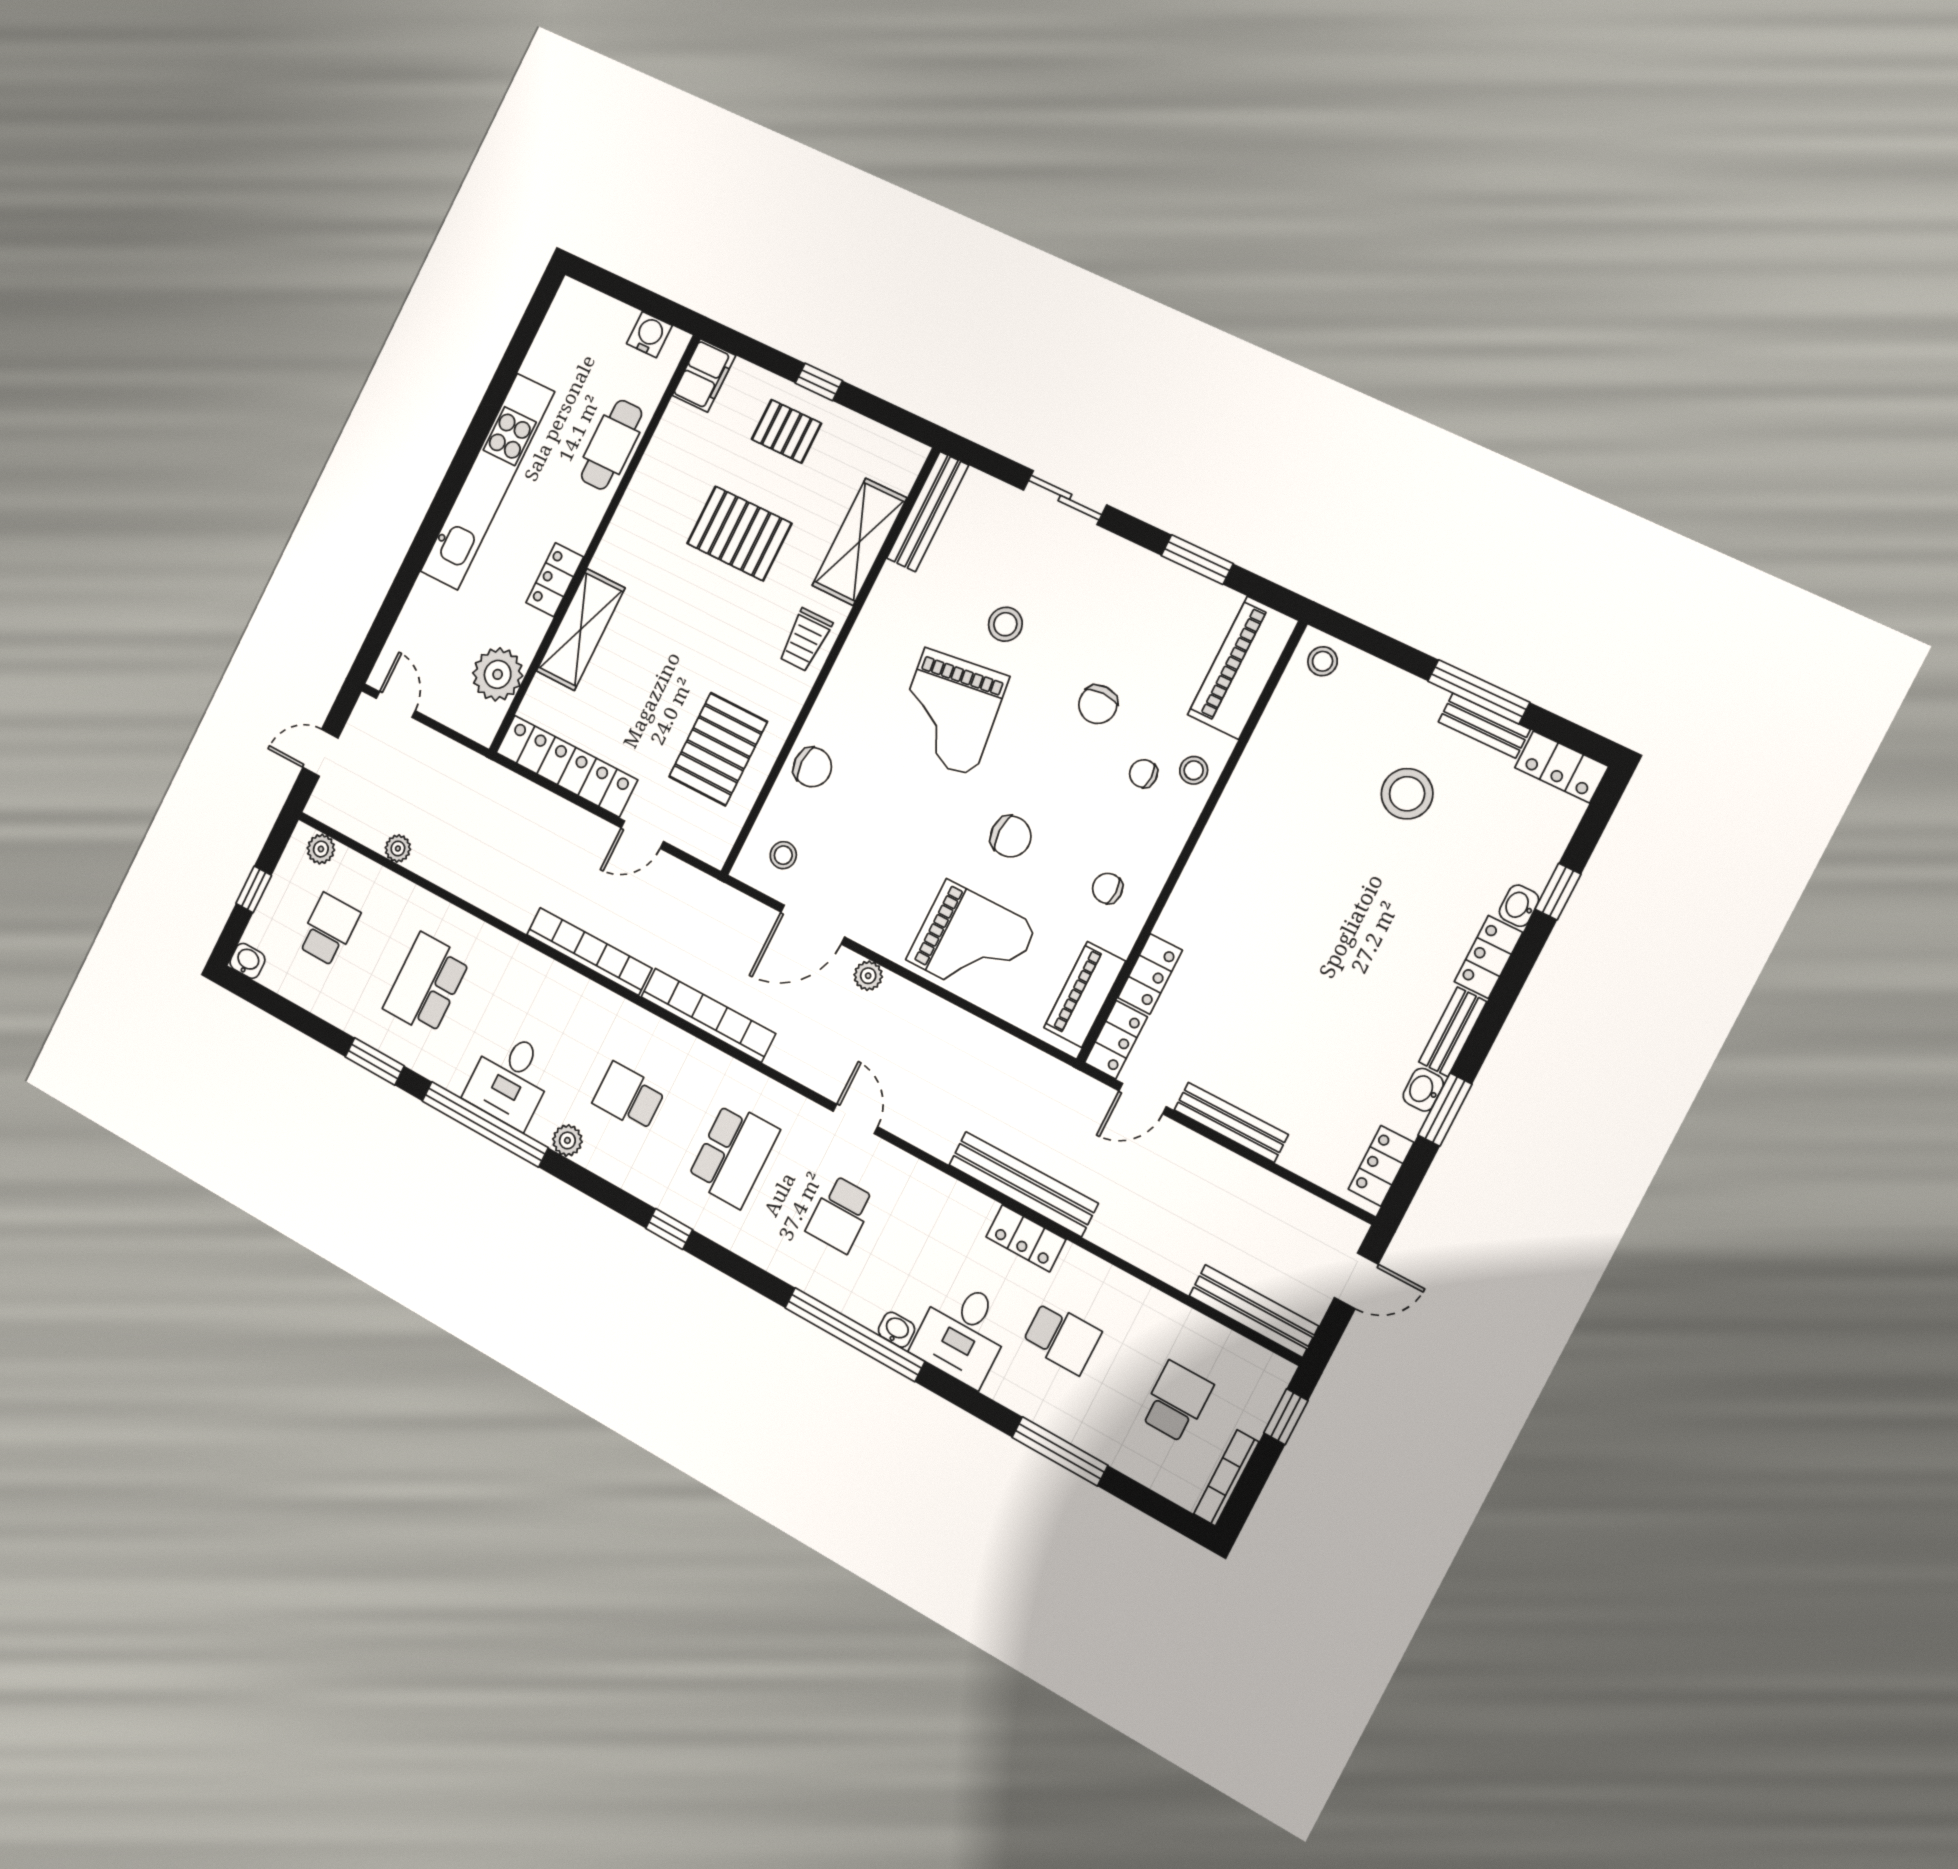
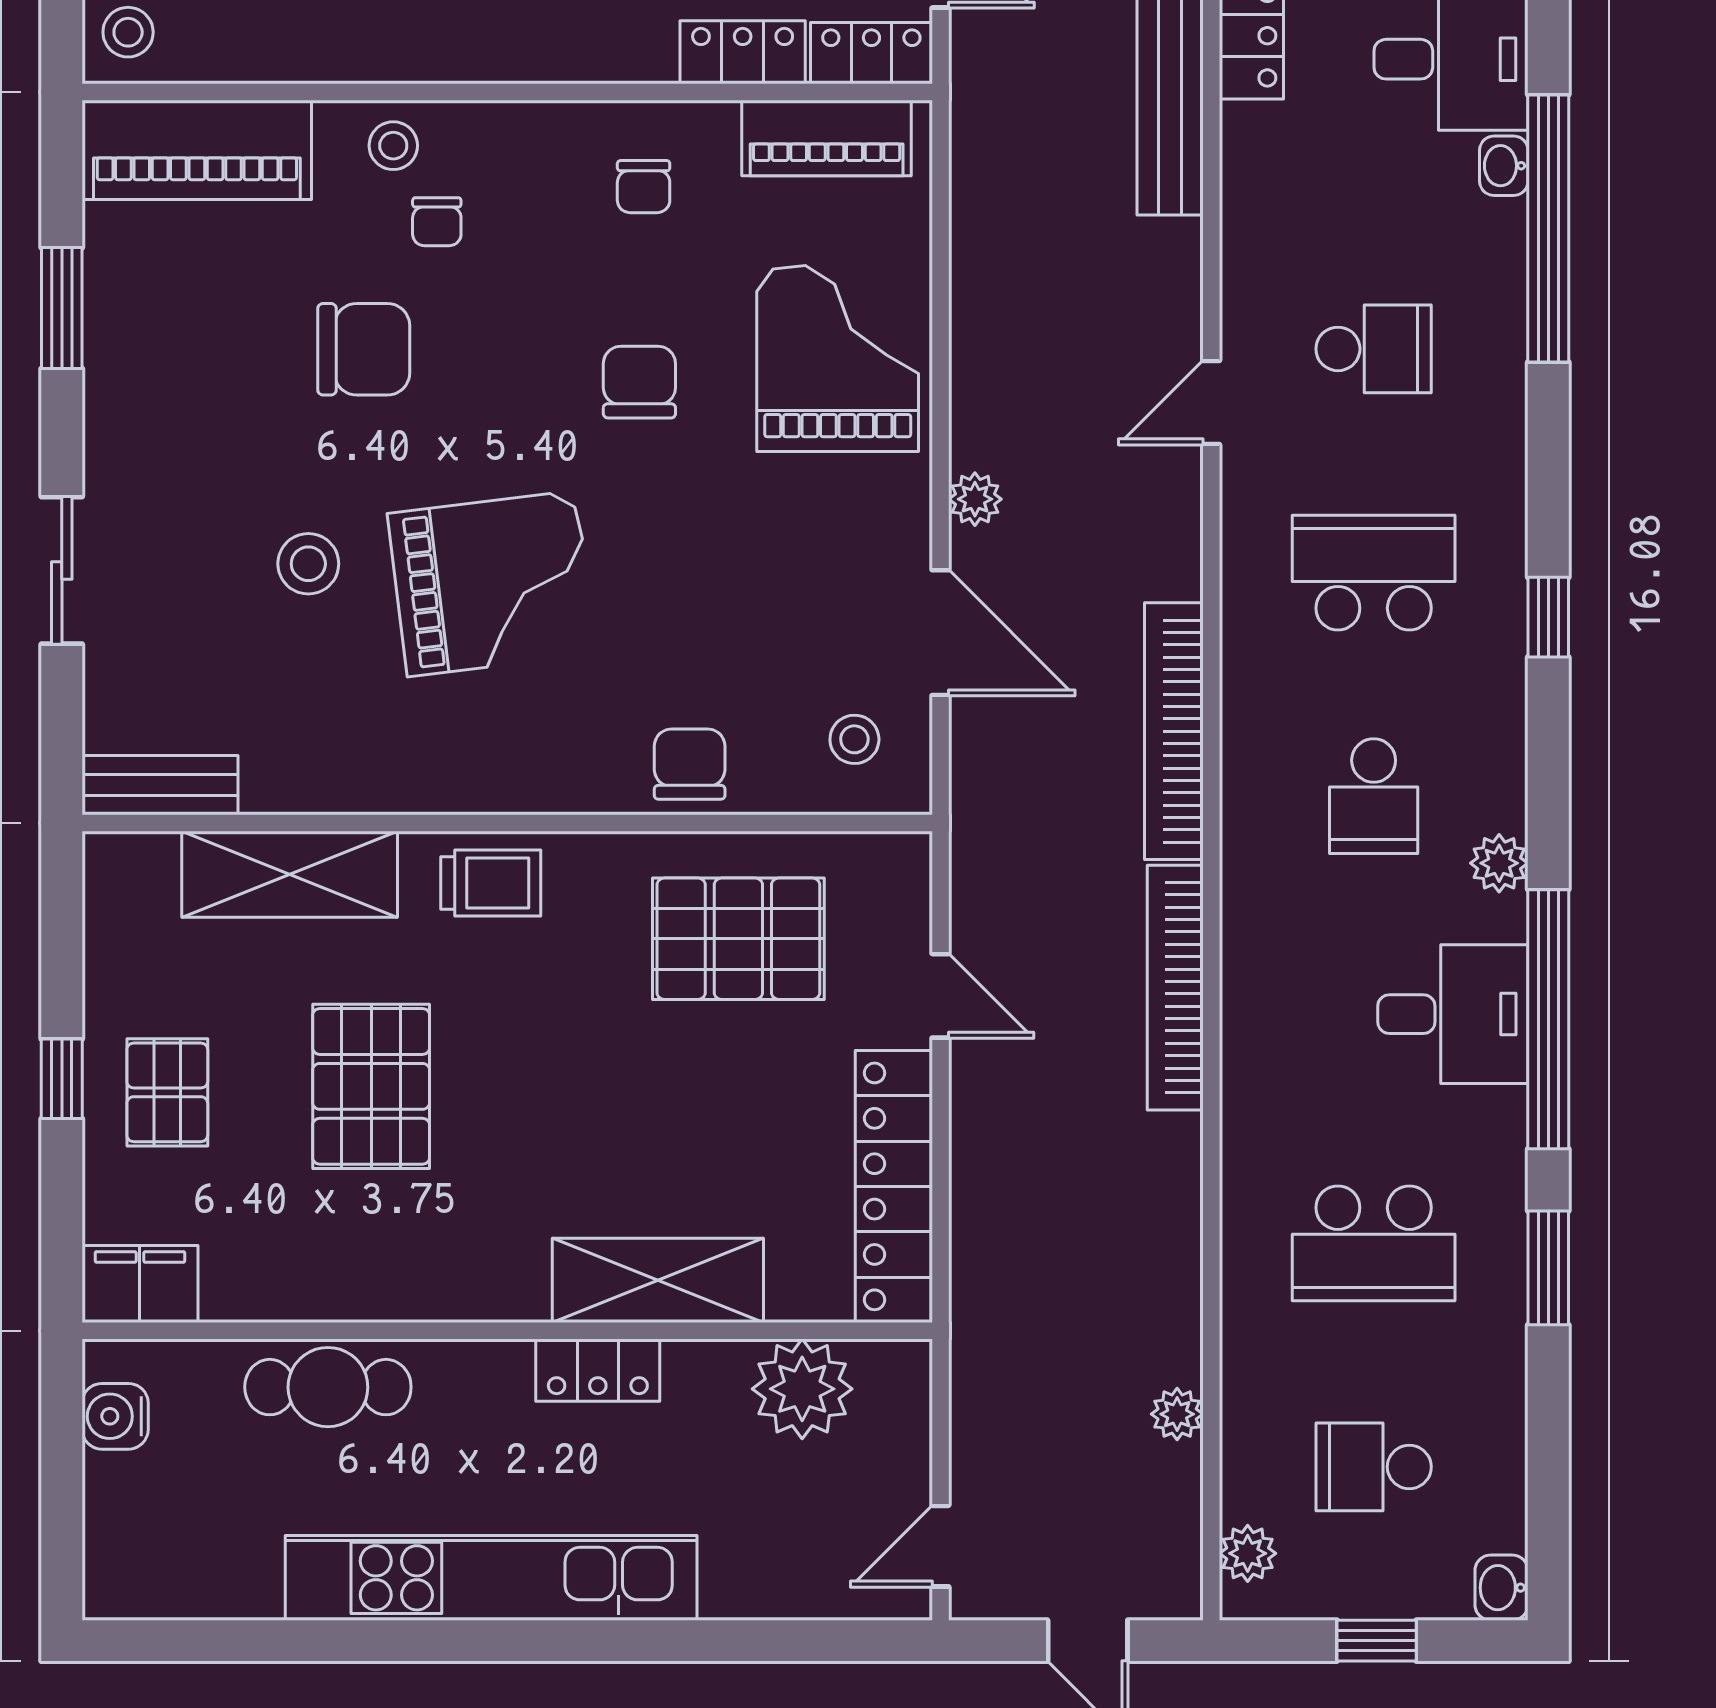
bench: (928, 512) -> (160, 785), width x0.73
chair: (1098, 704) -> (364, 349), width x1.37, depth x1.37

